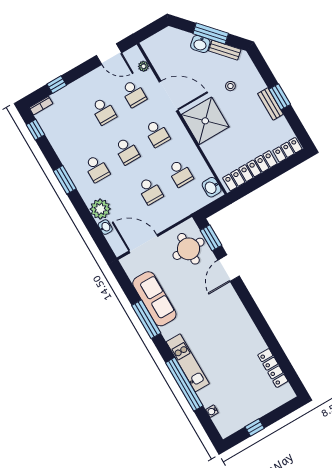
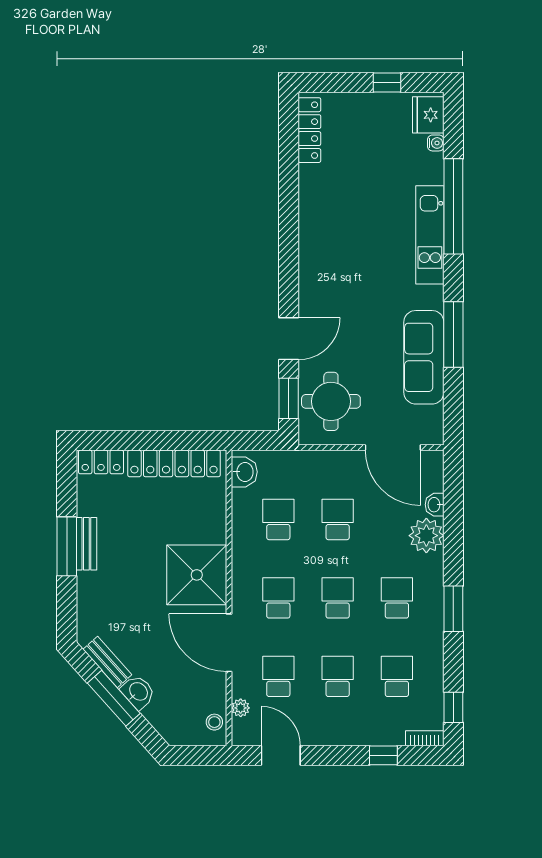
stool: (230, 86) -> (214, 722), moved
window: (280, 97) -> (67, 546), width x1.44
school desk: (73, 129) -> (397, 676), added
locker: (273, 368) -> (309, 130), moved
fridge: (224, 423) -> (428, 115), added

